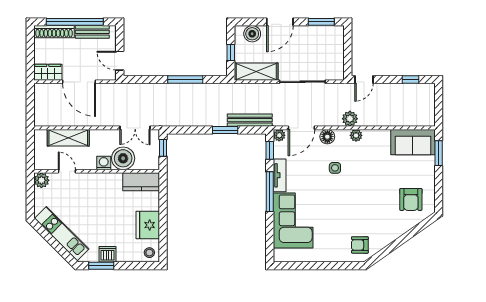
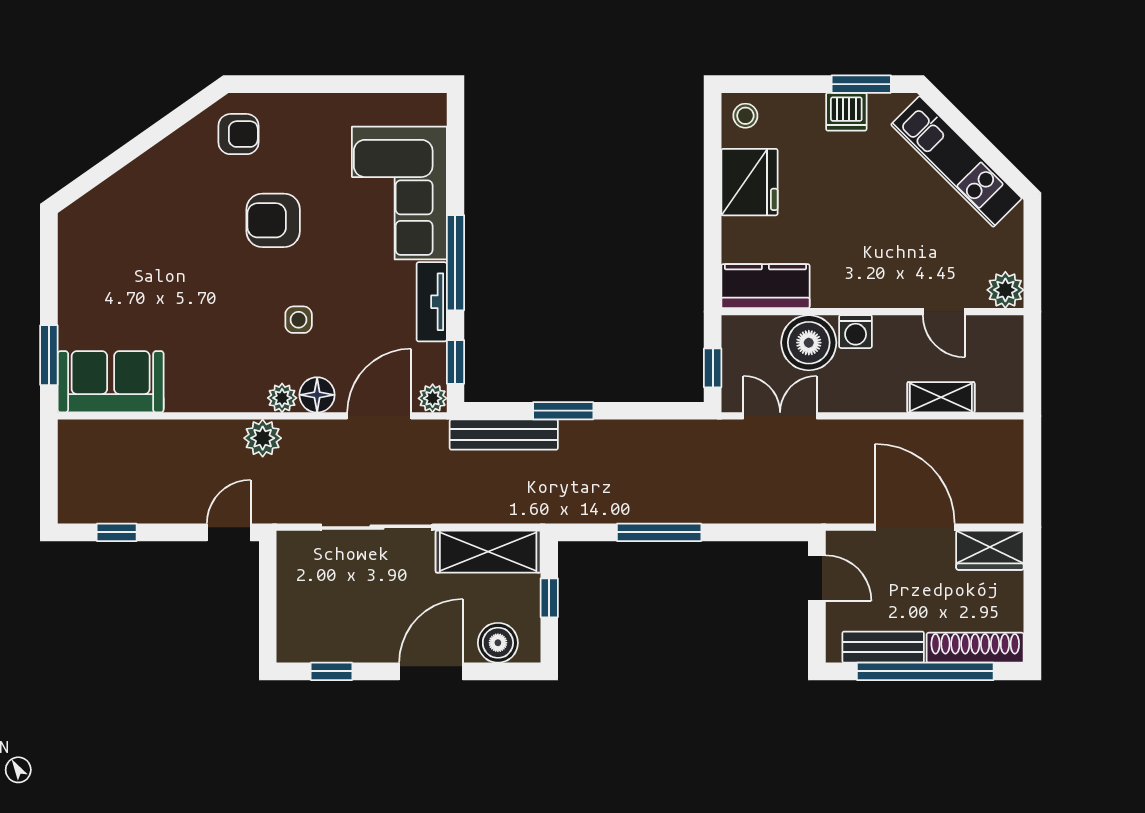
window: (321, 22) -> (332, 671), width x0.67
plant: (356, 135) -> (282, 398), moved
shelving: (68, 138) -> (941, 397), width x0.67, depth x0.75
armchair: (411, 199) -> (273, 220), moved, turned -90

